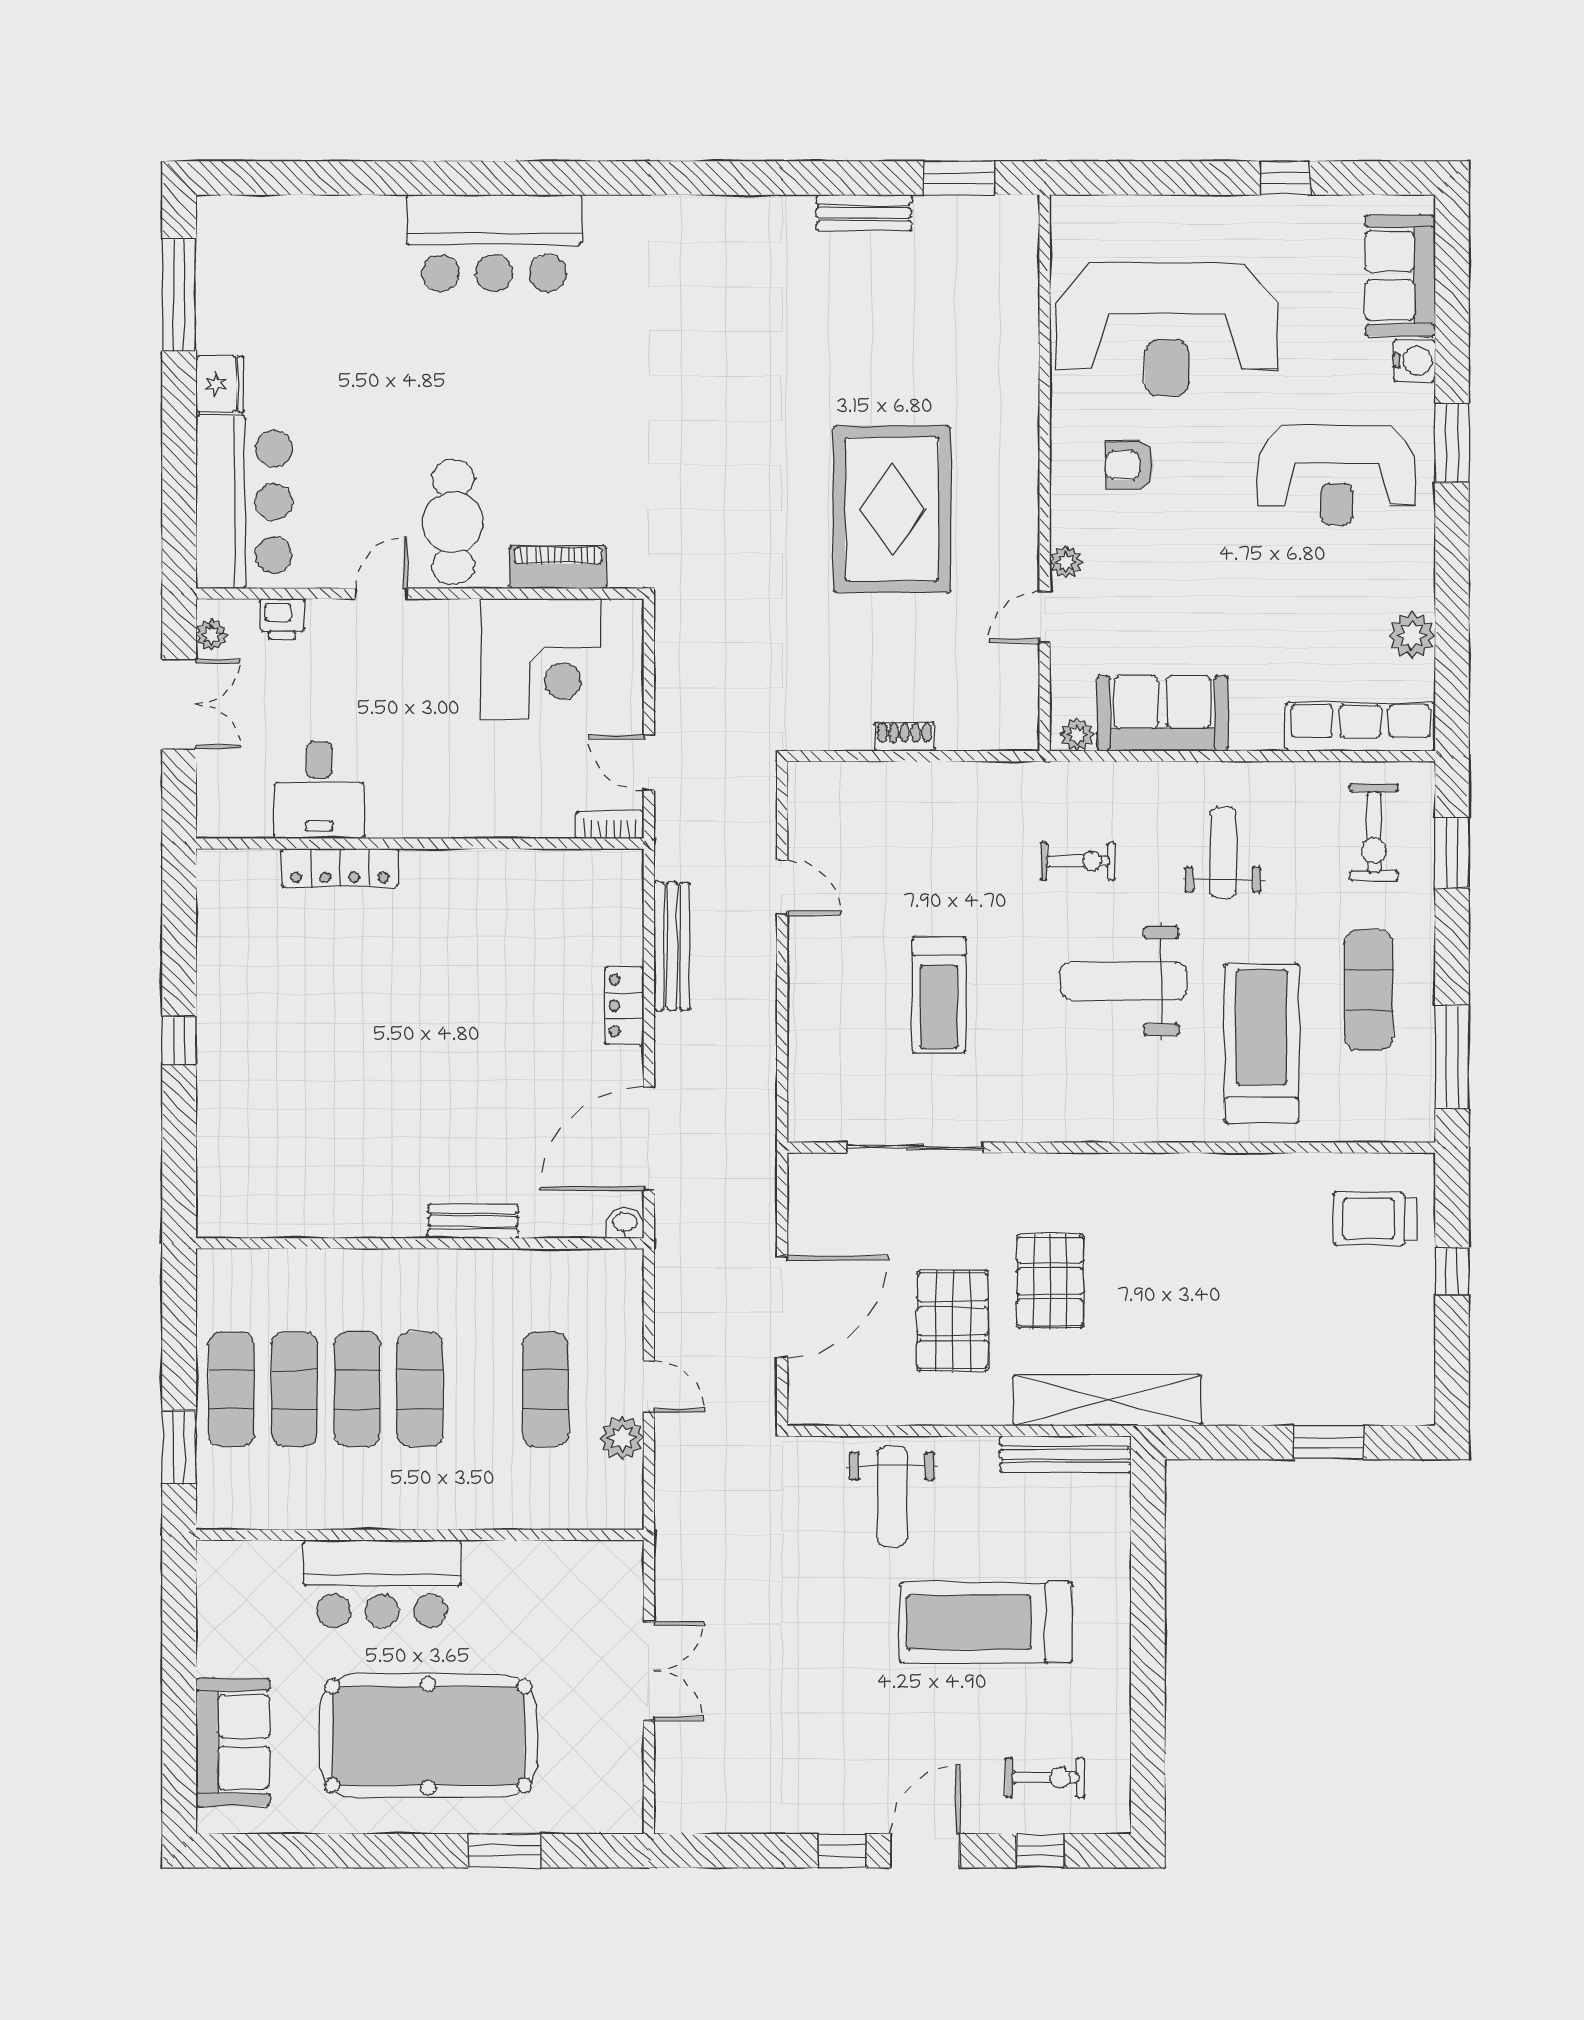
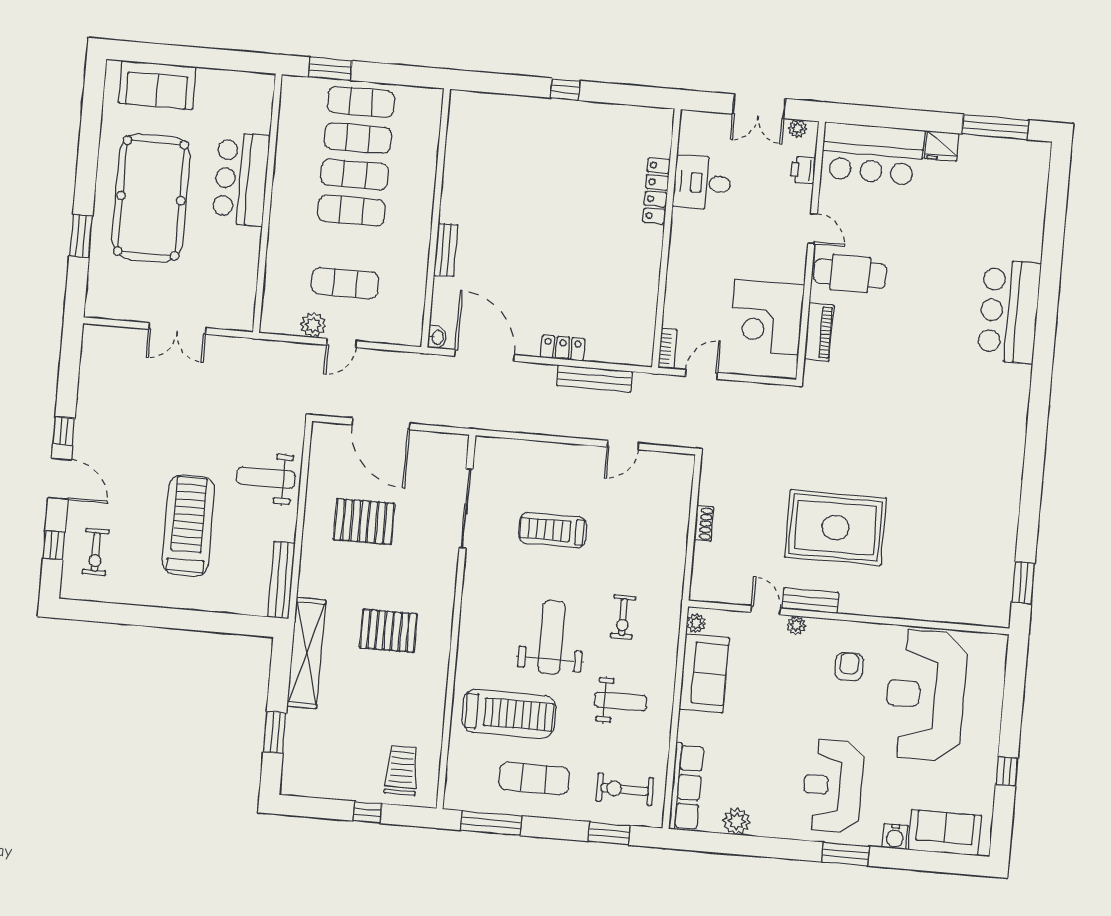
bench: (864, 213) -> (810, 601), moved, turned 90
pallet: (1050, 1281) -> (388, 631), moved
shelving: (1107, 1400) -> (306, 653), moved

